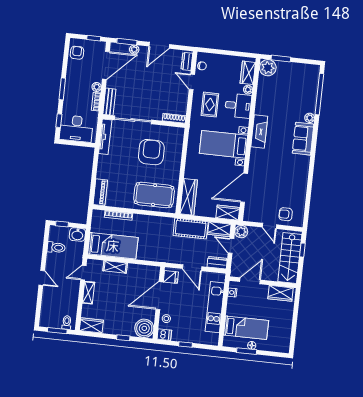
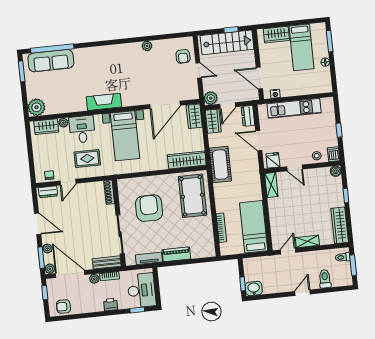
plant: (115, 48) -> (50, 269), added
window: (281, 59) -> (22, 71), moved
window: (62, 89) -> (104, 314), removed
printer: (69, 97) -> (111, 304), added
plant: (310, 118) -> (147, 46), moved
tv unit: (105, 137) -> (149, 258), width x0.71
sofa: (303, 139) -> (51, 61), moved, width x1.36
armchair: (151, 152) -> (149, 208), turned 90
door: (244, 188) -> (165, 105), hinge flipped
piano: (100, 192) -> (176, 254), moved
door: (269, 226) -> (199, 70), hinge flipped
cot: (191, 229) -> (220, 164), moved
washbasin: (77, 235) -> (254, 288), moved, turned -90
toilet: (56, 247) -> (325, 279), moved
window: (302, 250) -> (231, 30), moved
shelving: (115, 267) -> (271, 185), moved
door: (192, 268) -> (259, 141), swing flipped
door: (83, 273) -> (288, 251), swing flipped
wardrobe: (281, 293) -> (276, 35), moved, turned 90
door: (159, 296) -> (295, 168), width x0.53
wardrobe: (91, 325) -> (340, 225), width x1.50
boiler: (144, 328) -> (336, 171), width x0.54, depth x0.54
bed: (246, 328) -> (301, 47), moved, turned 180
window: (247, 351) -> (330, 41), moved

